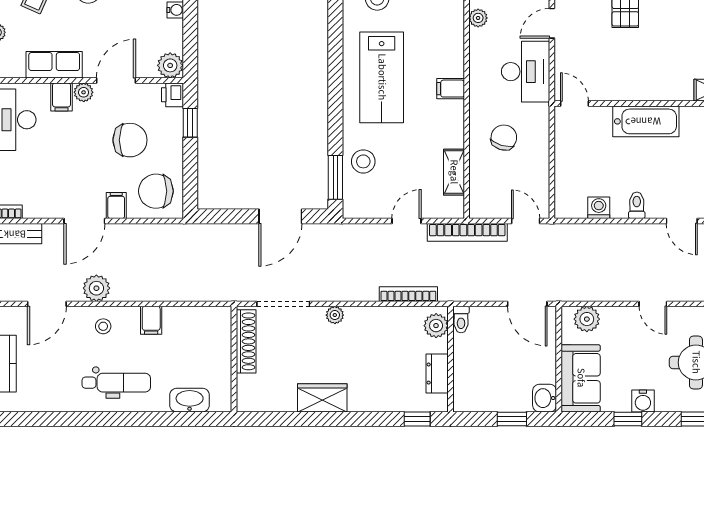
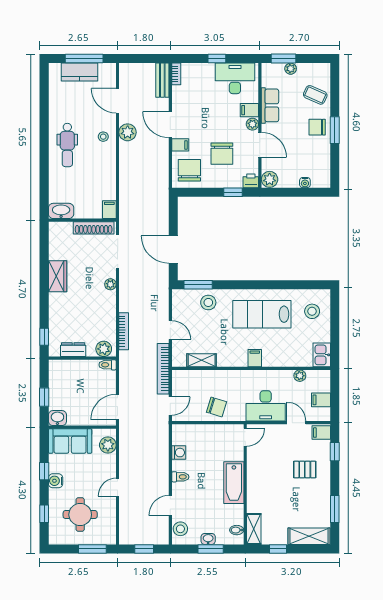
chair: (504, 138) -> (216, 407), moved
filing cabinet: (151, 320) -> (109, 210), moved, turned 90
washbasin: (190, 400) -> (61, 211), moved, turned -90

